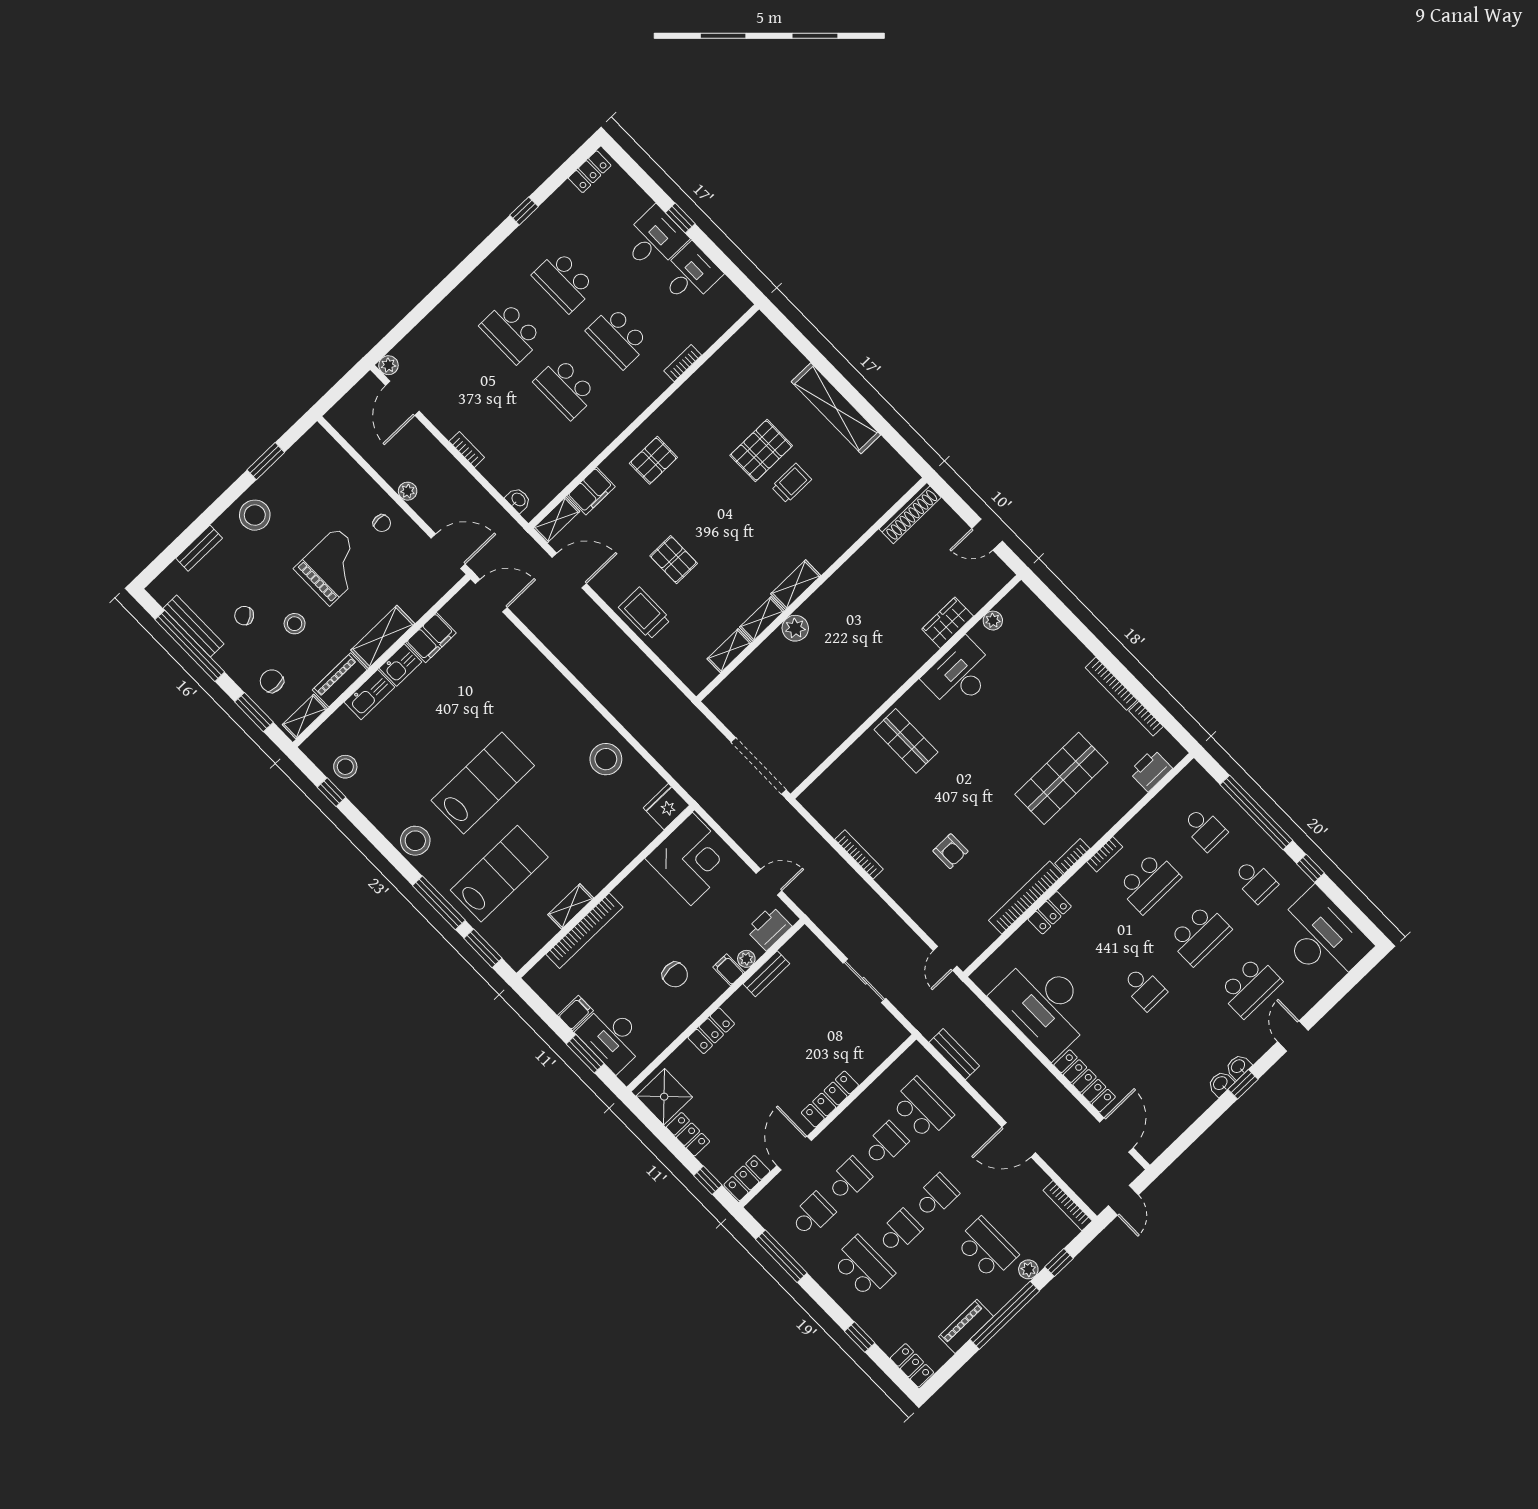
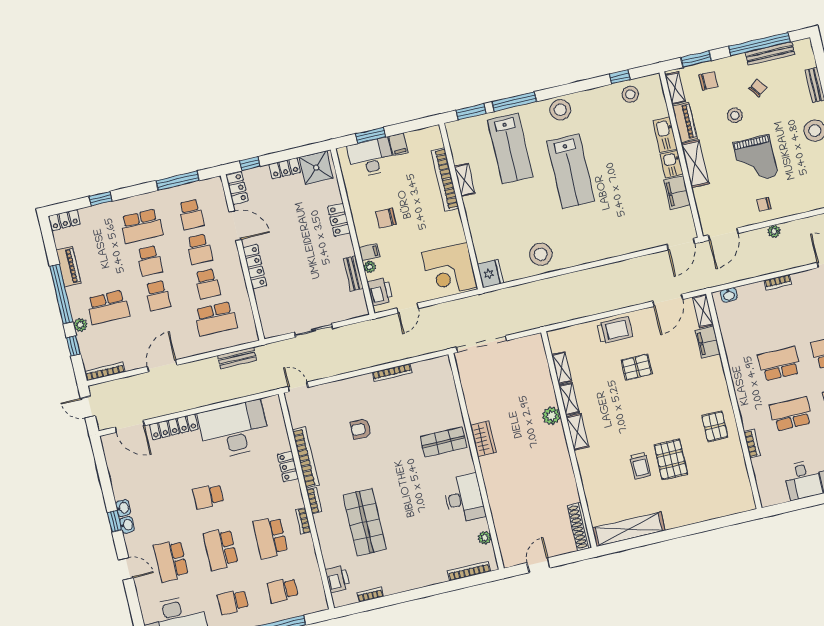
shelving: (836, 408) -> (629, 529), moved
pallet: (653, 460) -> (715, 426), moved
wardrobe: (948, 623) -> (483, 439), moved
bookcase: (1111, 684) -> (469, 571), moved

